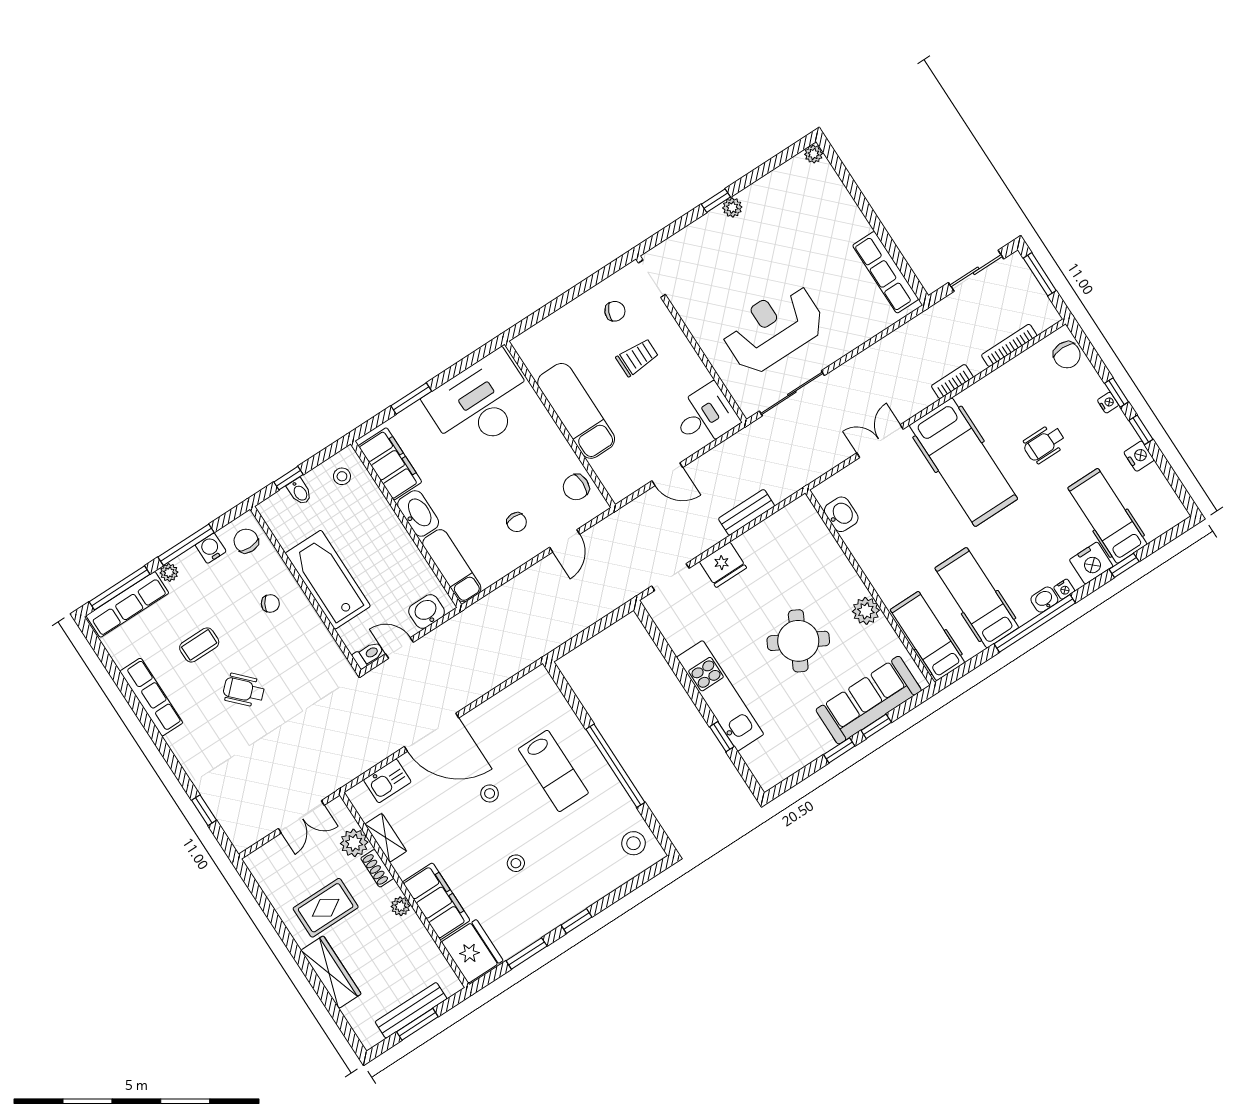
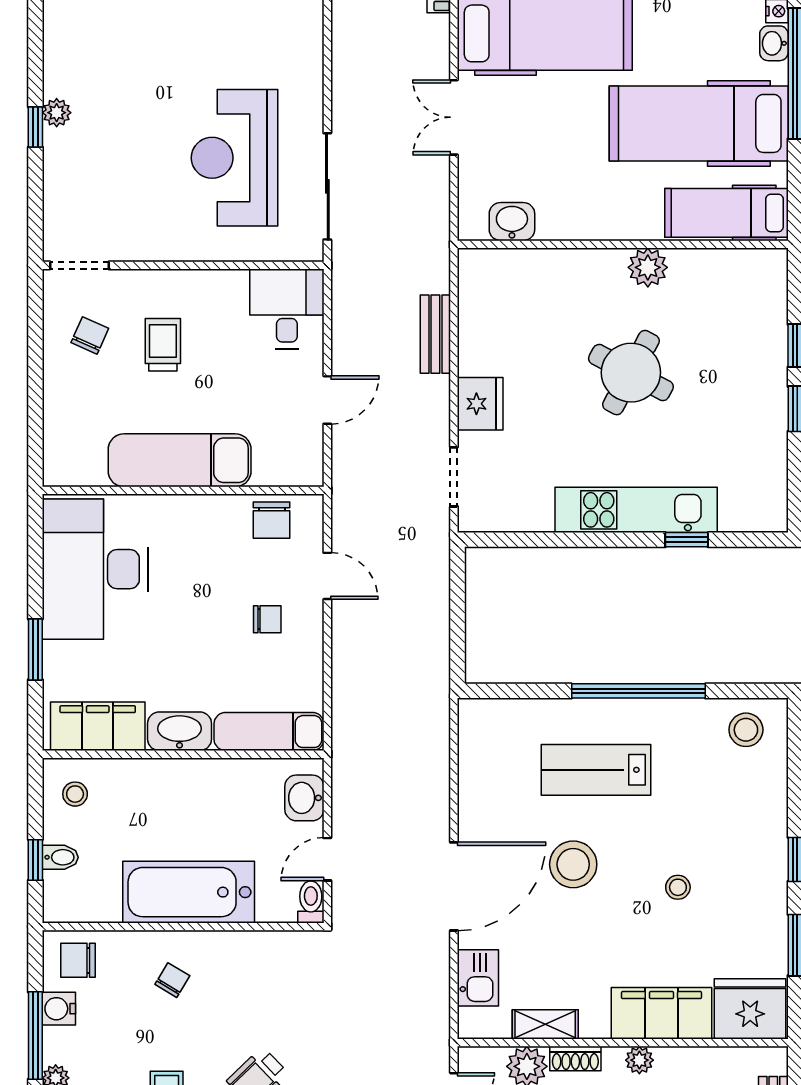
hospital bed: (977, 598) -> (699, 123), width x1.37, depth x1.29
sofa: (869, 700) -> (758, 334), removed
lab bench: (553, 771) -> (596, 770), turned 180
stool: (490, 793) -> (573, 864), width x1.89, depth x1.89

